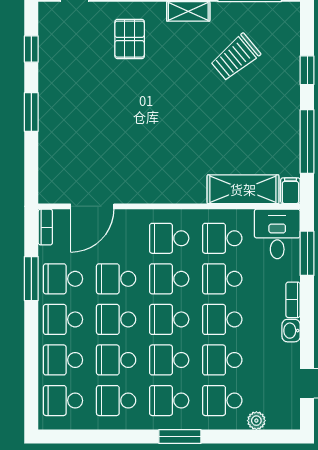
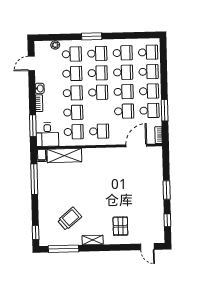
window: (307, 70) -> (36, 232), moved
school desk: (169, 279) -> (99, 112), removed

